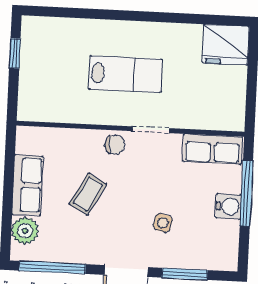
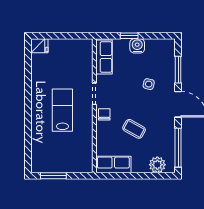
fridge: (226, 45) -> (39, 46), width x0.53, depth x0.75
window: (15, 53) -> (53, 176), width x1.50
row of seats: (28, 185) -> (113, 165), moved
window: (246, 194) -> (129, 36), width x0.46

